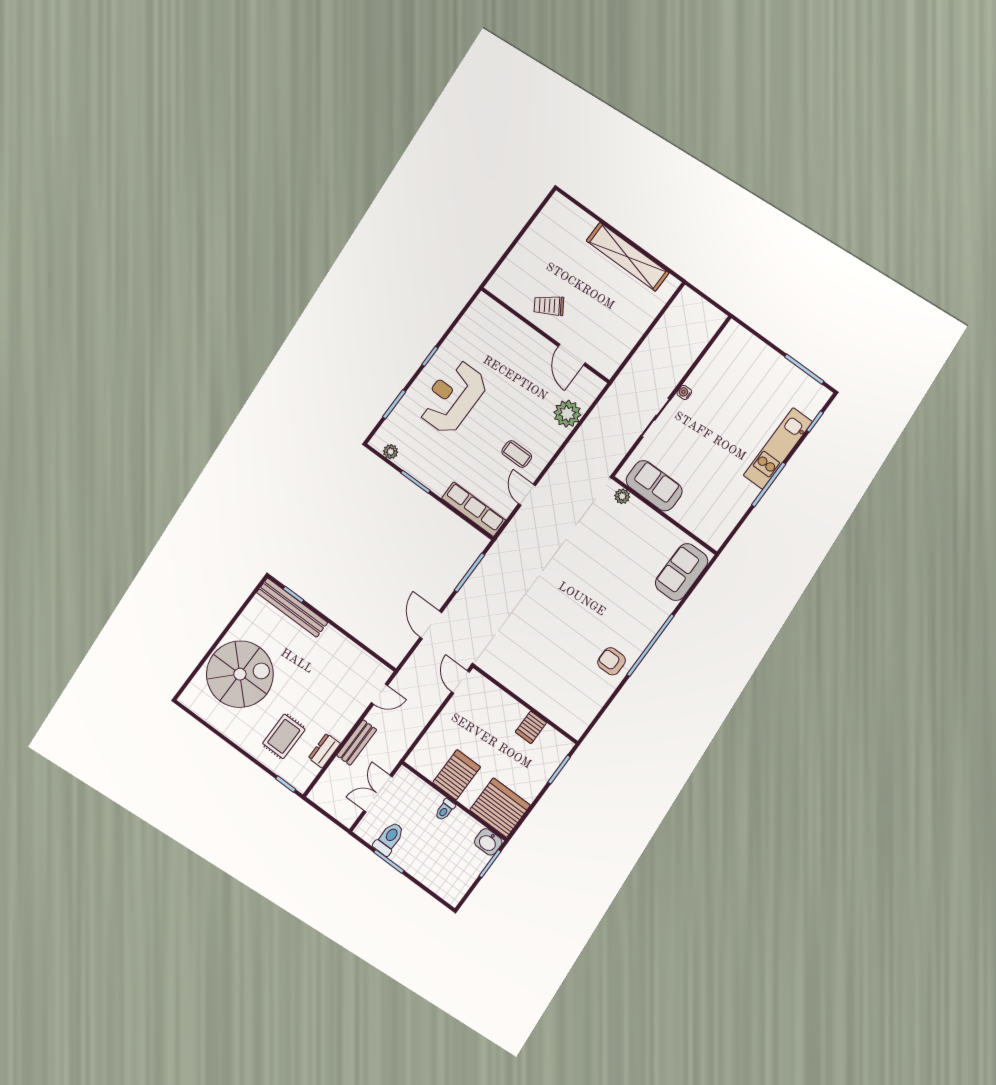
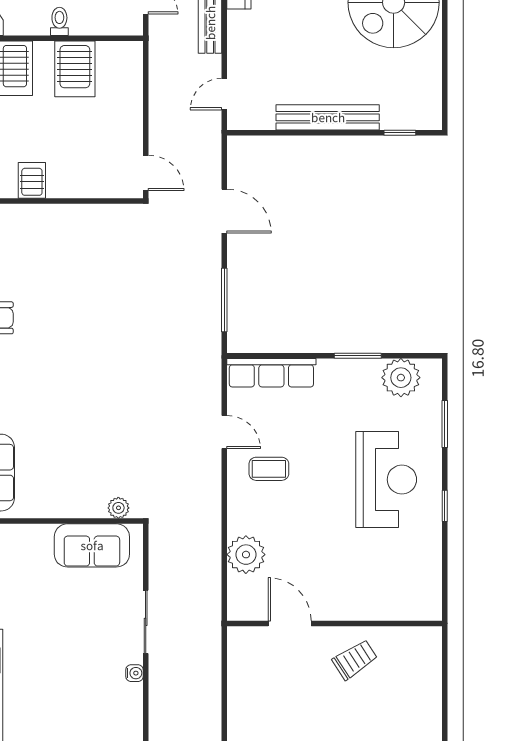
plant: (391, 452) -> (401, 378), width x1.87, depth x1.87
bench: (292, 608) -> (328, 117), moved

